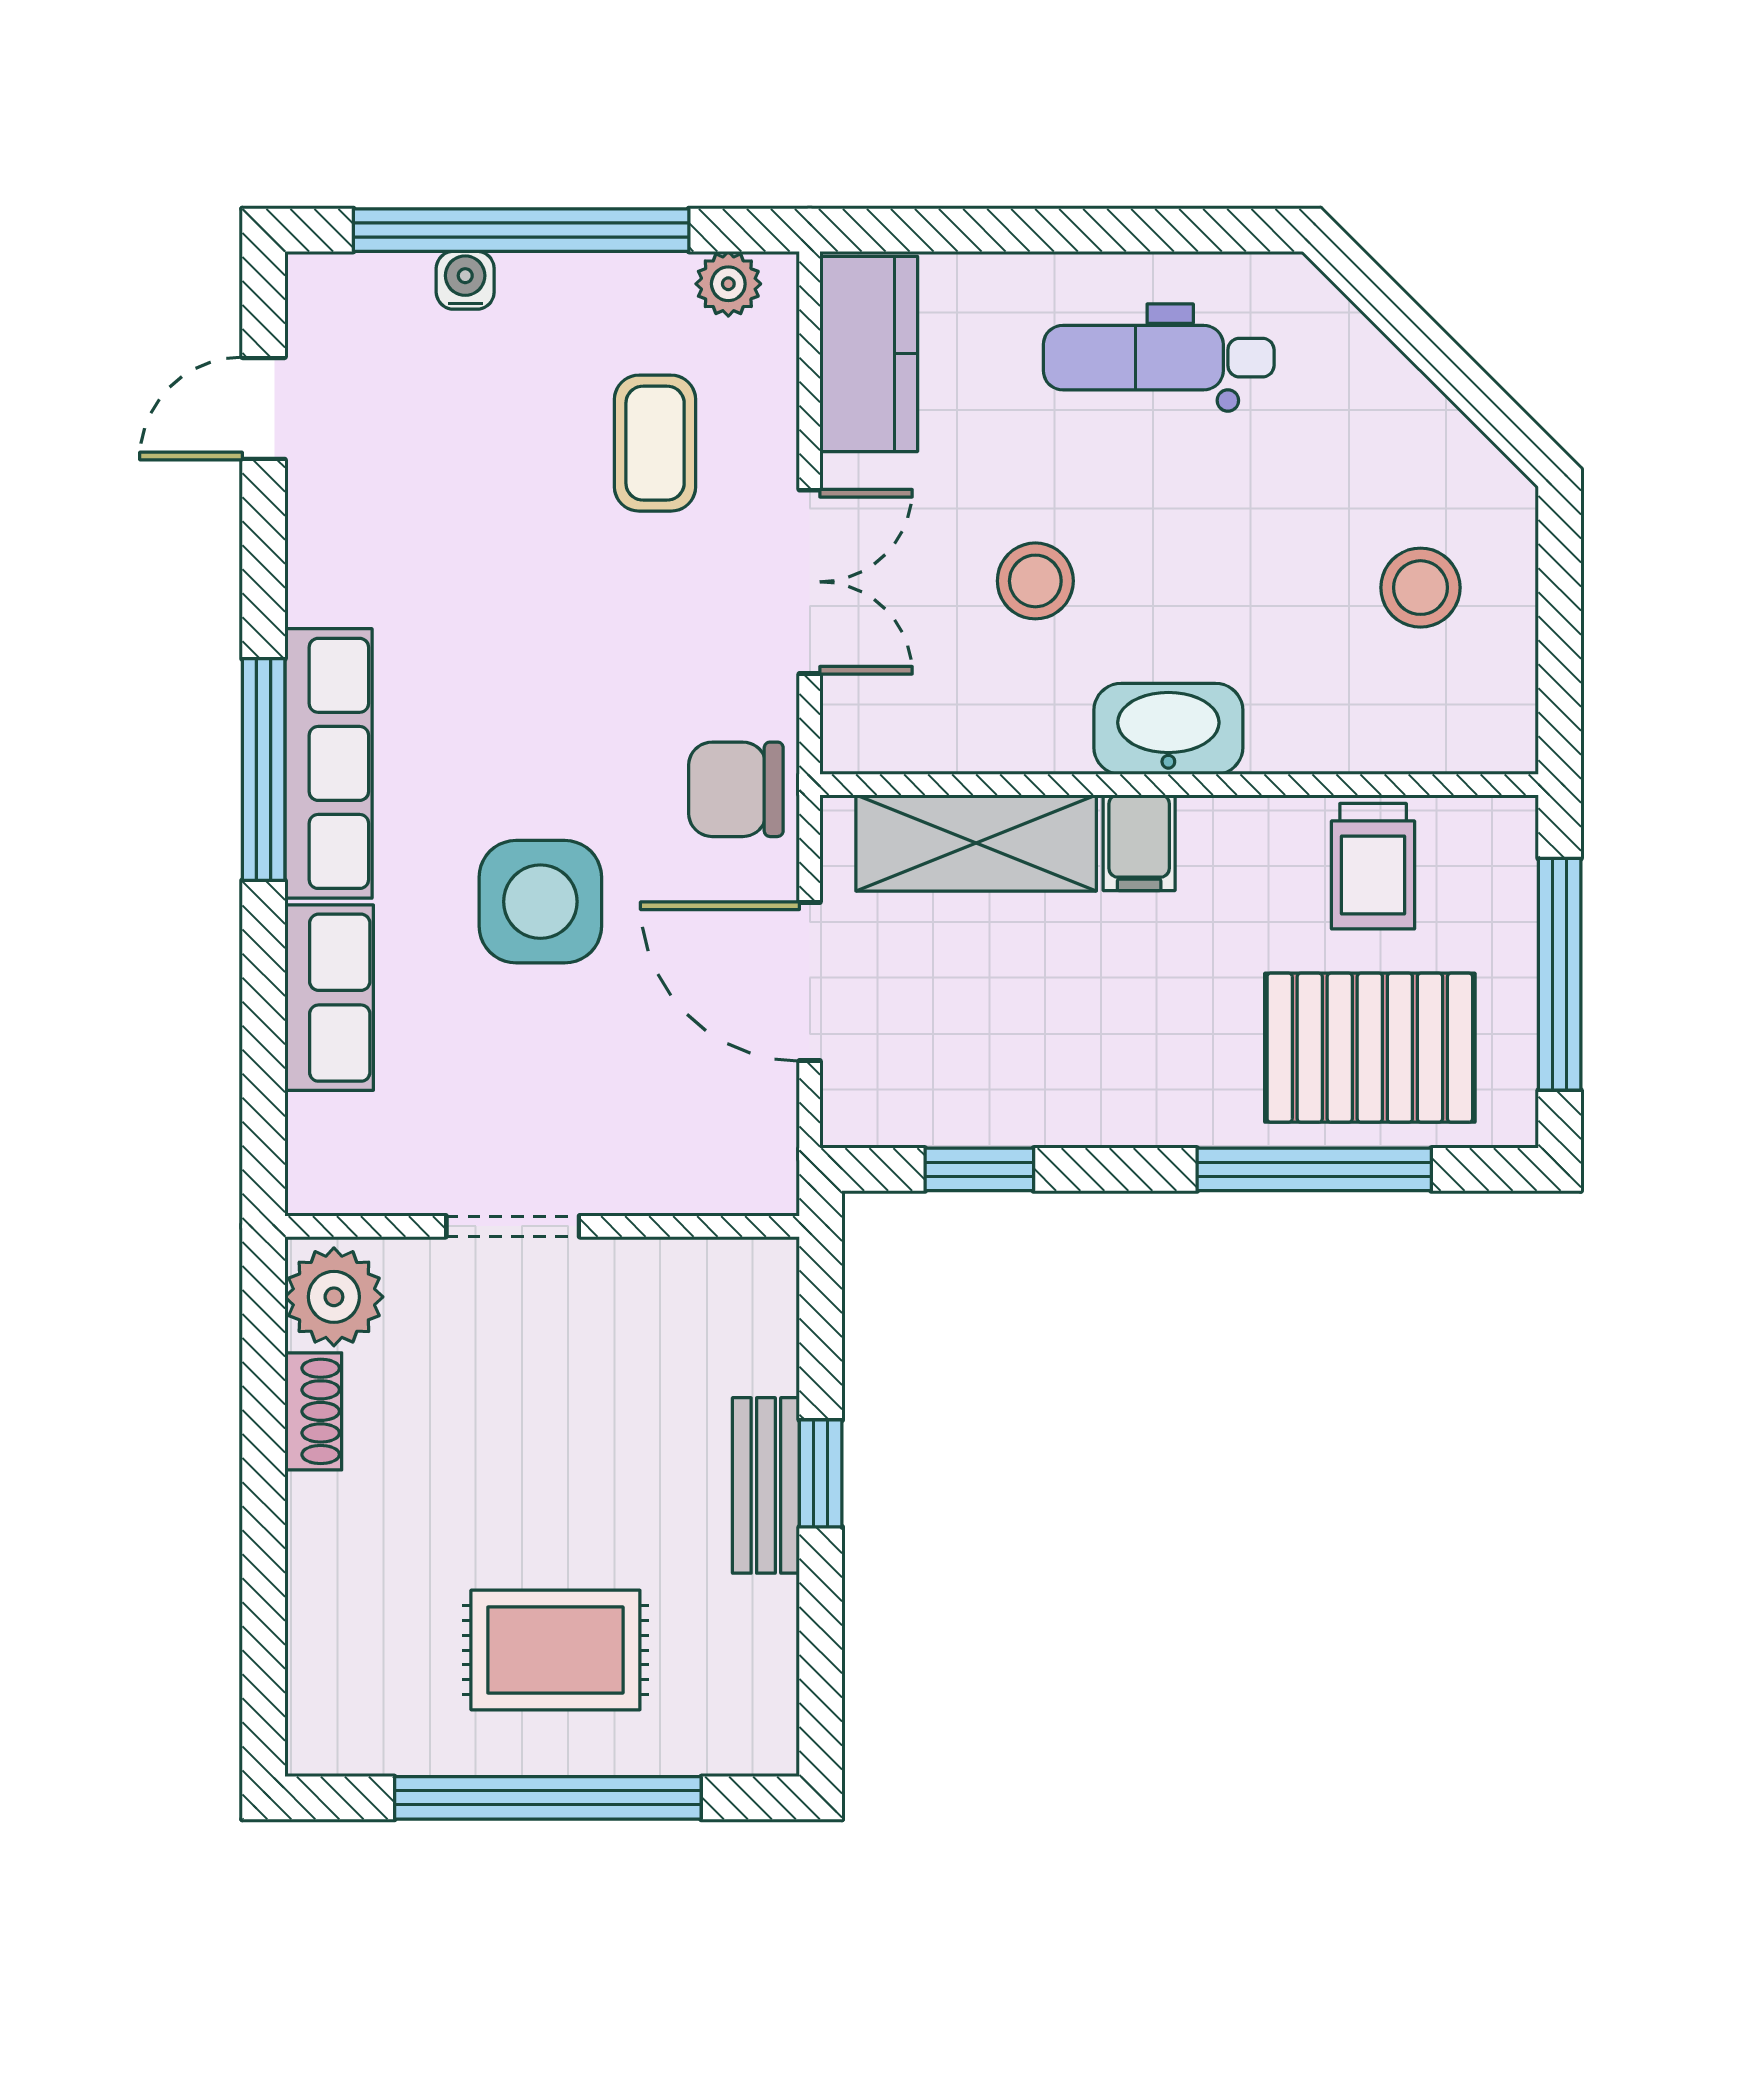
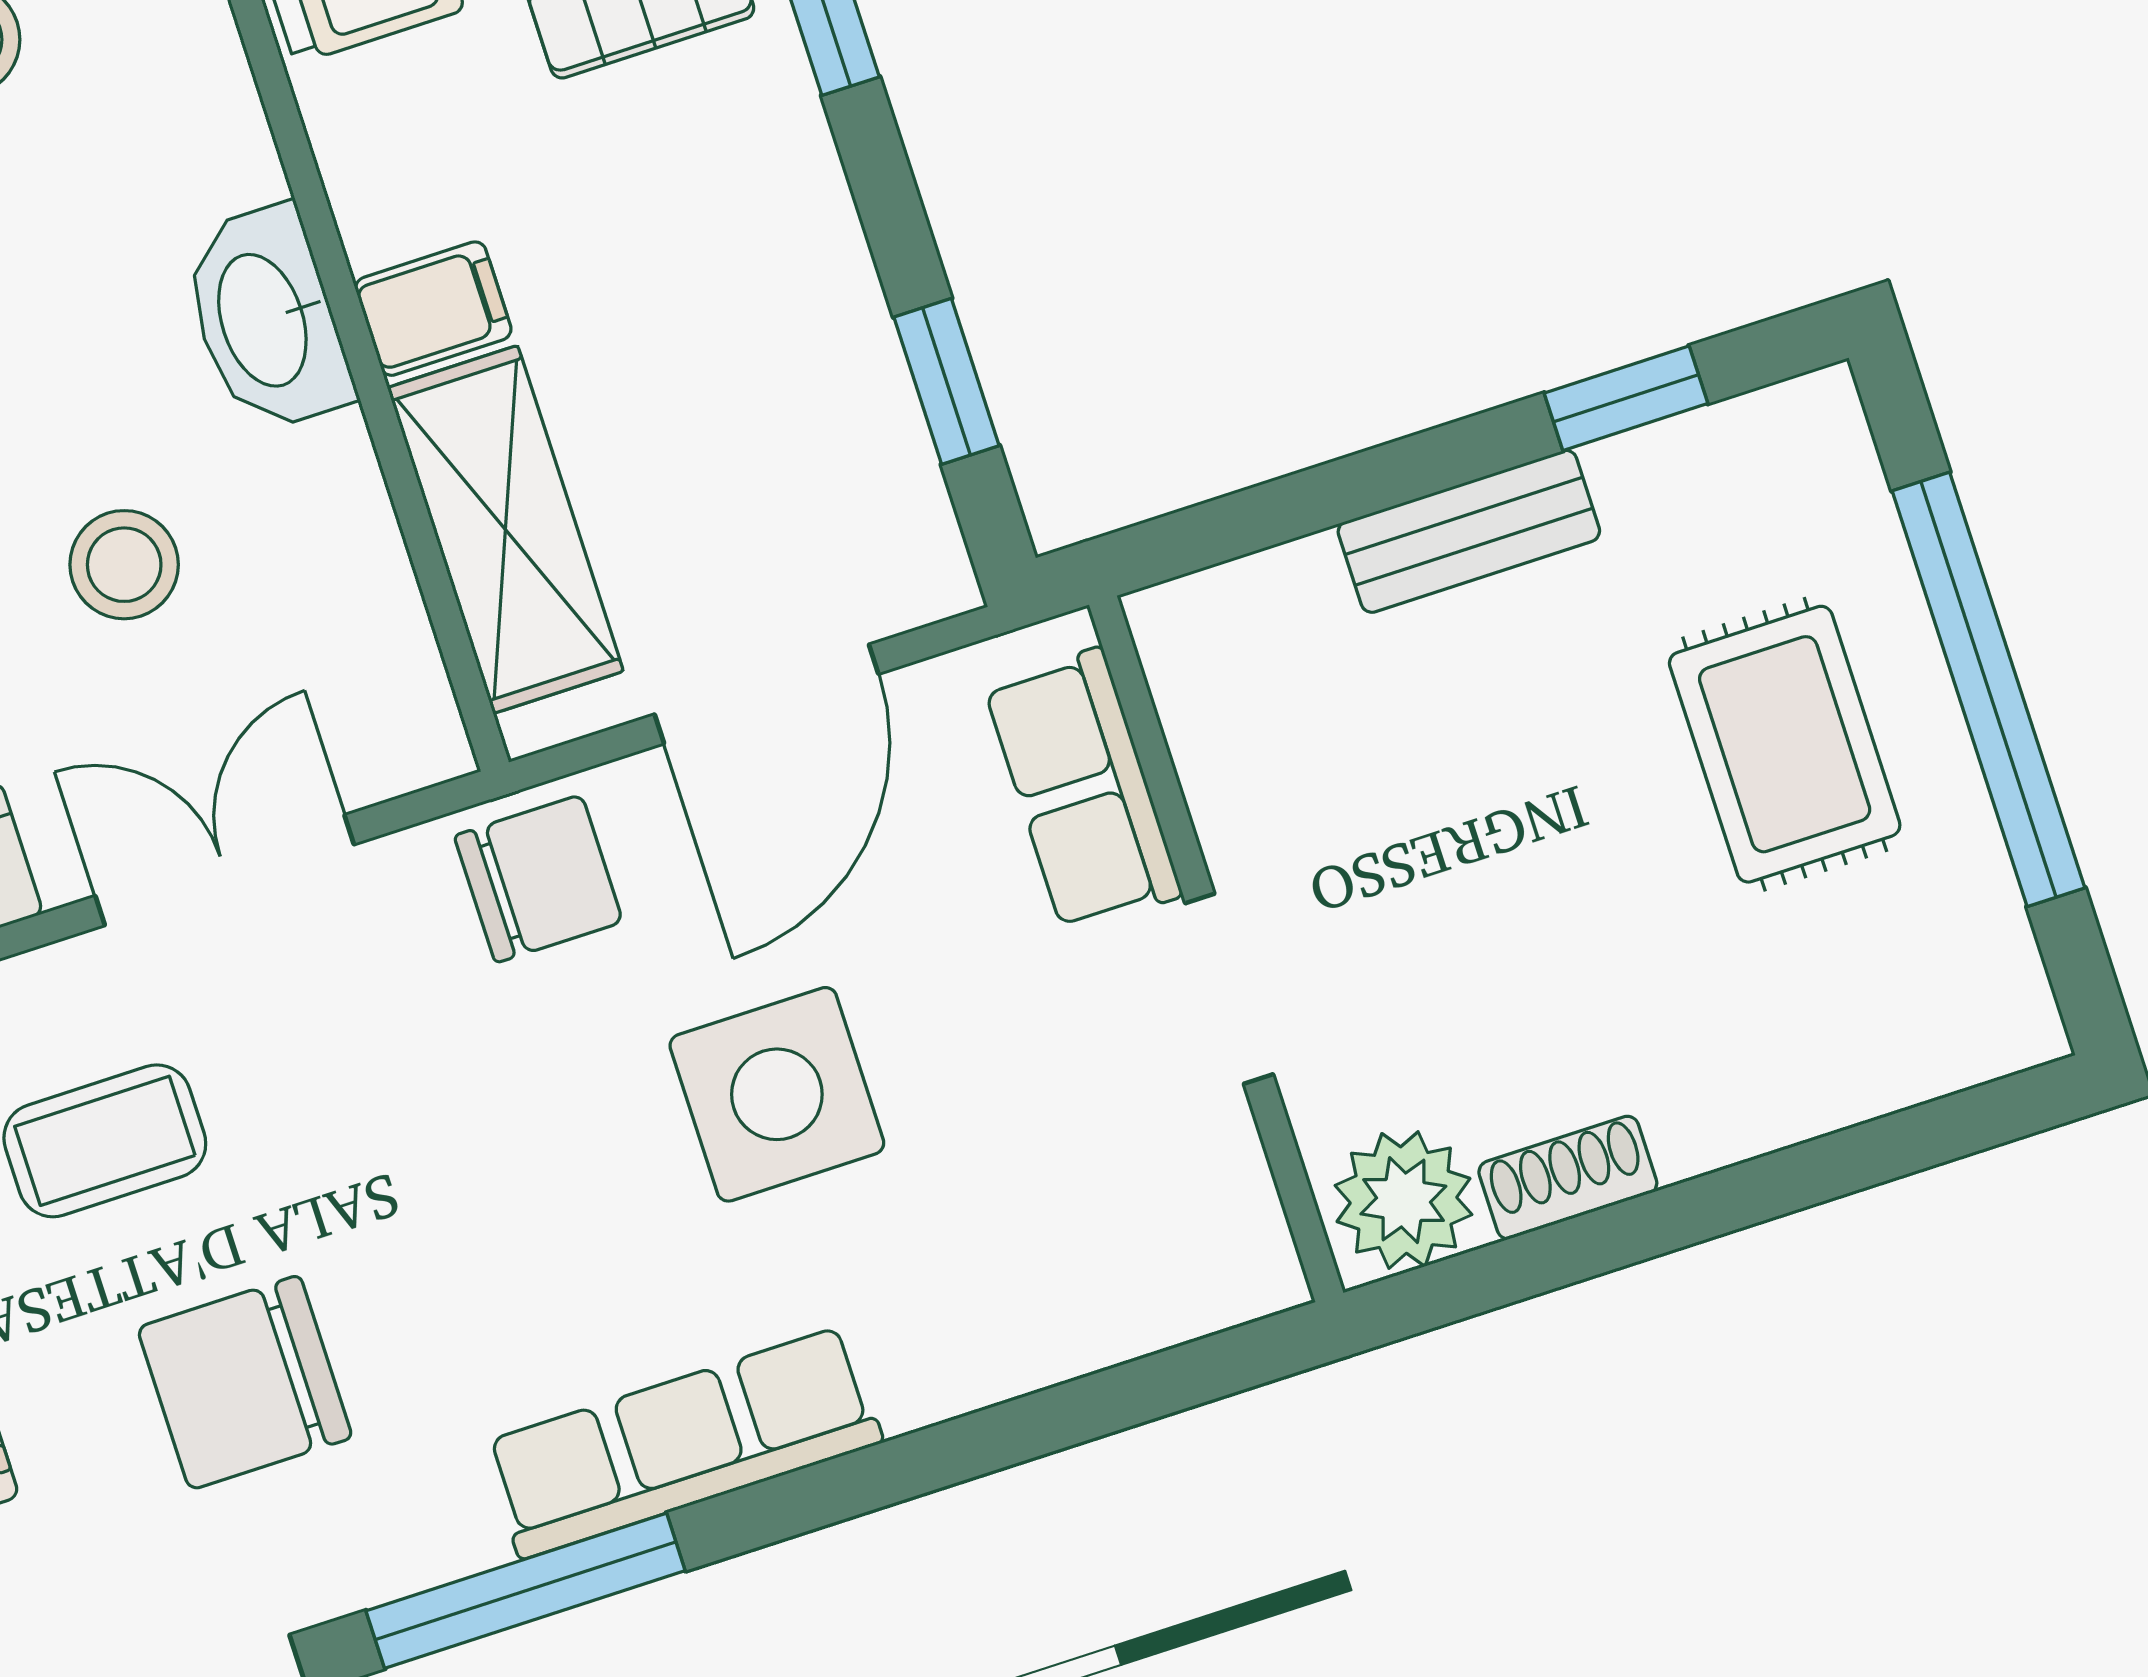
chair: (463, 484) -> (245, 1383), added
window: (264, 770) -> (526, 1591), moved
chair: (736, 789) -> (538, 879), turned -90
row of seats: (329, 998) -> (1083, 790), moved, turned -90
window: (821, 1473) -> (1626, 398), moved

